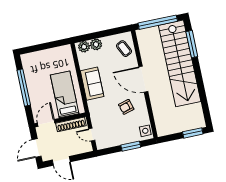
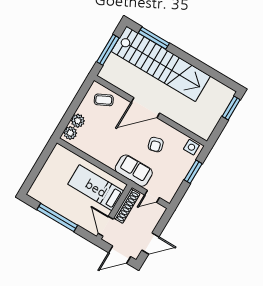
window: (158, 22) -> (108, 50), width x0.68
sofa: (92, 84) -> (134, 171), moved
door: (37, 148) -> (120, 255), hinge flipped

